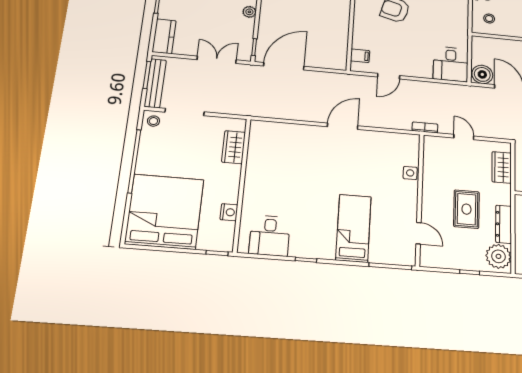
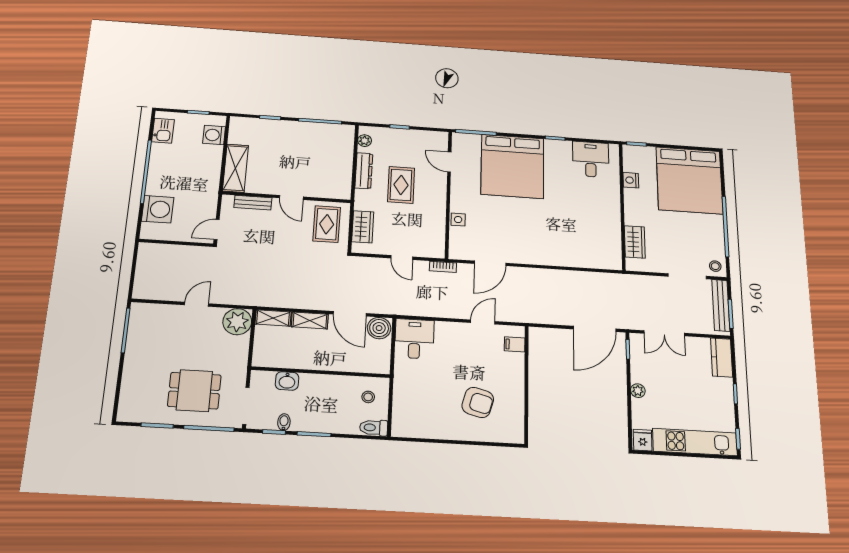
door: (343, 126) -> (490, 263), moved
bed: (353, 228) -> (512, 166), width x2.04
plant: (498, 256) -> (365, 141), width x0.53, depth x0.53

